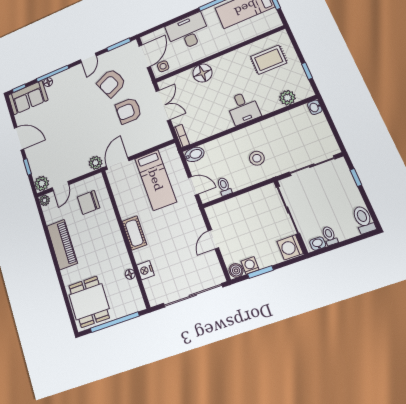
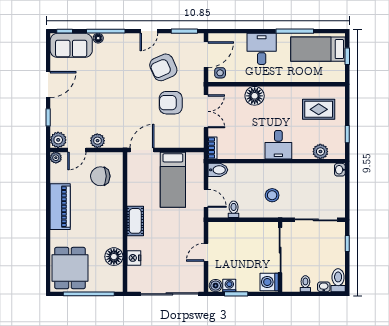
desk: (188, 32) -> (262, 49), width x0.73
door: (19, 139) -> (48, 85), hinge flipped
plant: (96, 163) -> (97, 141), moved
washbasin: (318, 244) -> (324, 287), moved
floor lamp: (130, 274) -> (114, 257), width x1.89, depth x1.89

